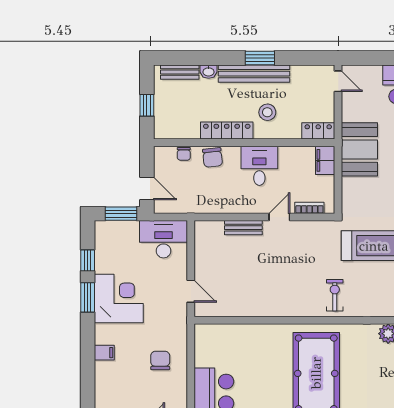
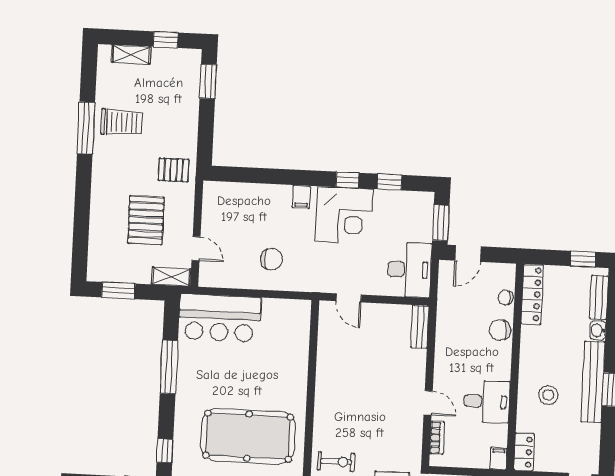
window: (147, 105) -> (583, 259), moved
locker: (227, 131) -> (532, 294), moved
filing cabinet: (325, 160) -> (498, 459), width x0.50
desk: (259, 166) -> (487, 402), moved
bench: (243, 228) -> (420, 327), moved
door: (191, 291) -> (349, 298), hinge flipped
window: (88, 297) -> (347, 180), width x0.67
filing cabinet: (104, 353) -> (301, 197), moved

